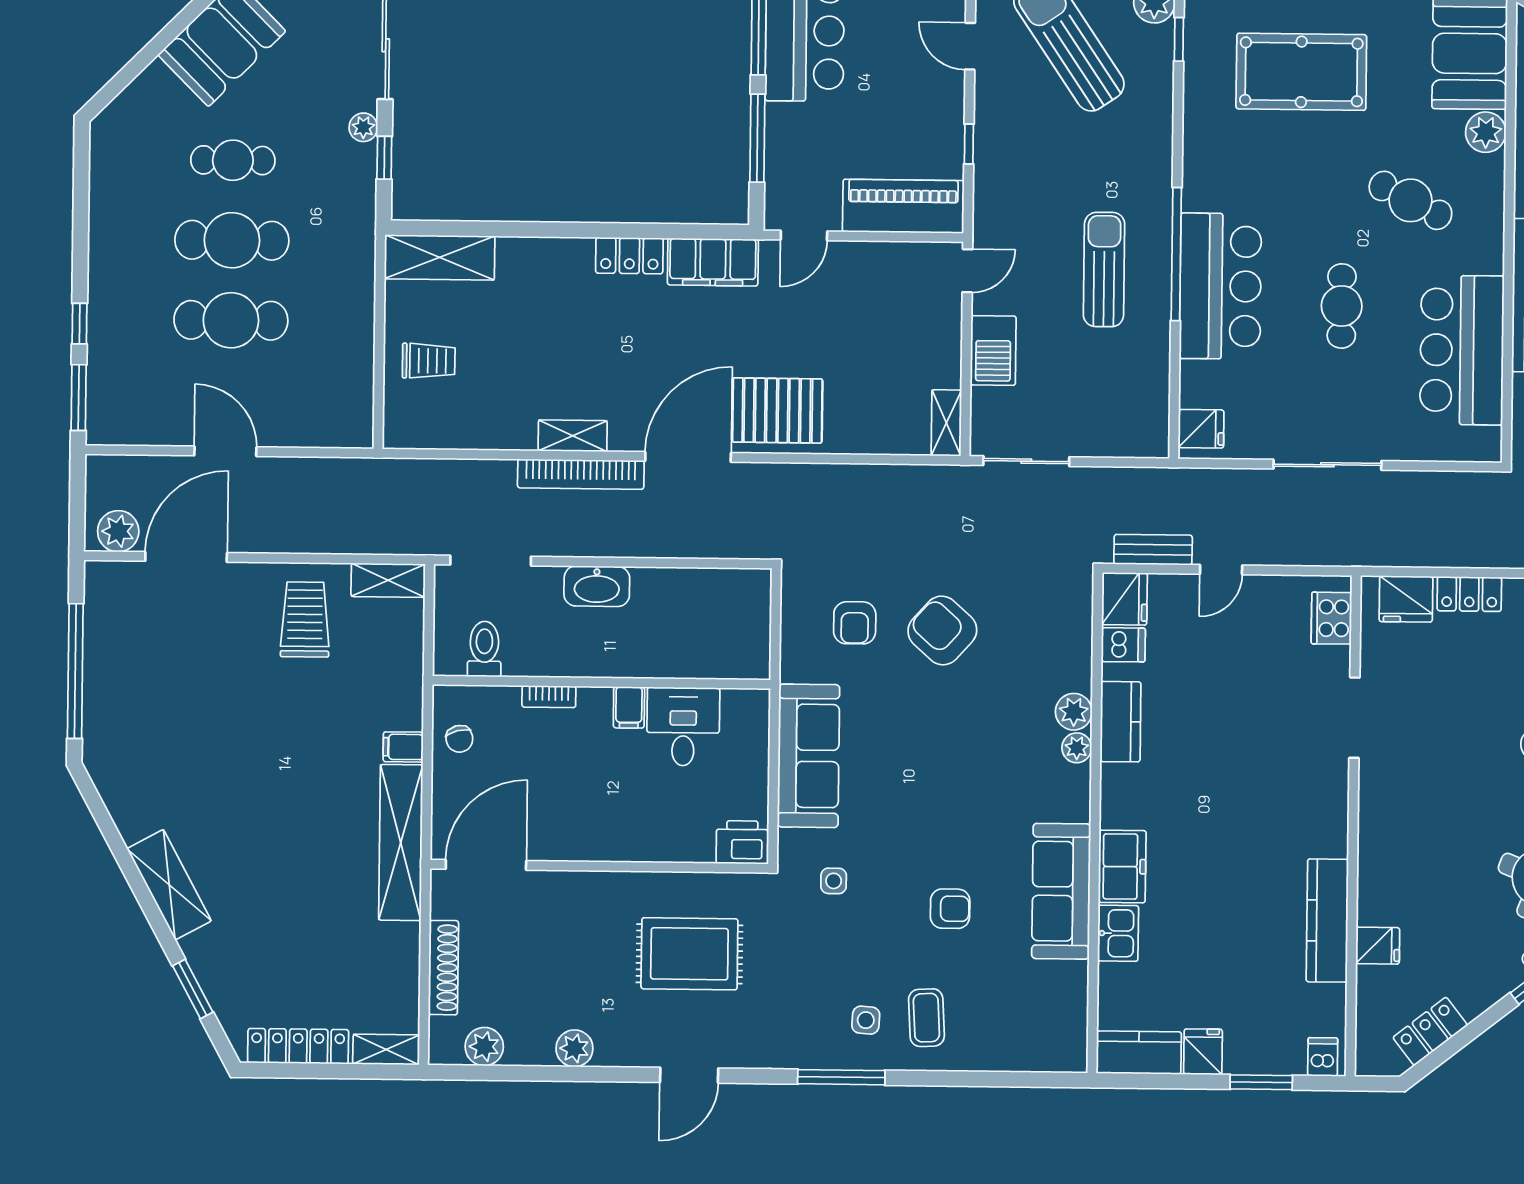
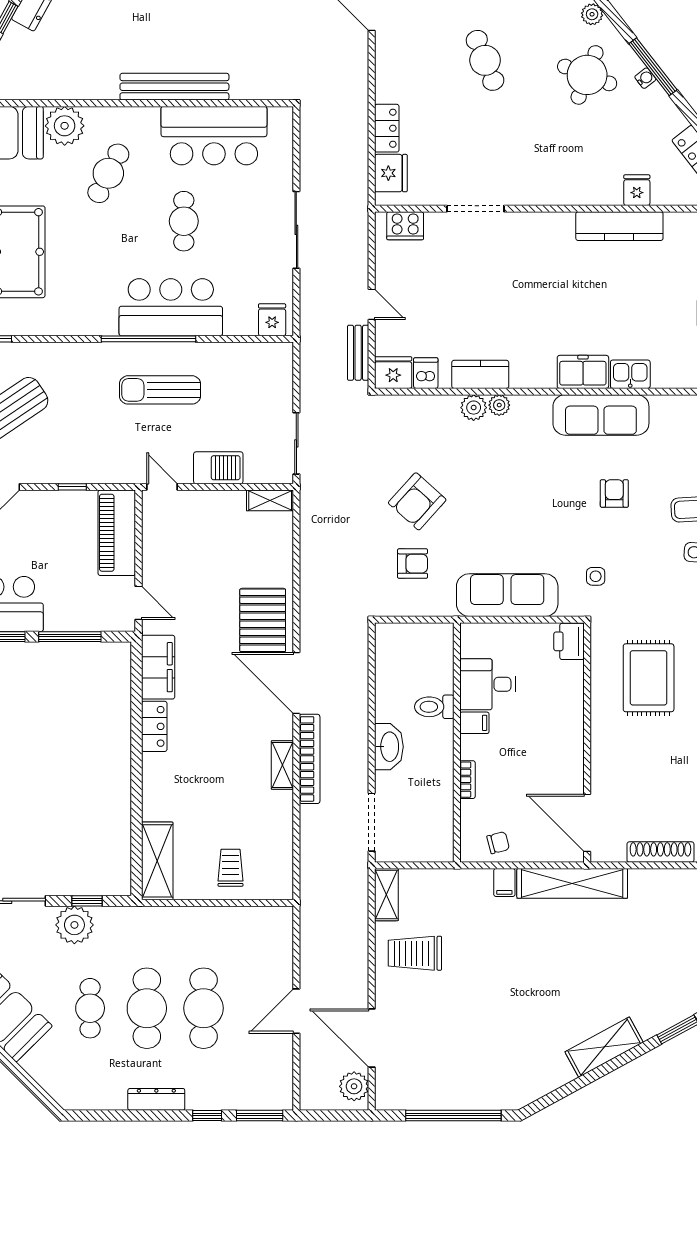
plant: (363, 127) -> (74, 925), width x1.88, depth x1.88
plant: (1486, 132) -> (65, 126), width x1.36, depth x1.36
dresser: (103, 252) -> (156, 1099), added
cafe table: (1342, 306) -> (184, 221), turned 90
toilet: (484, 649) -> (434, 707), moved

